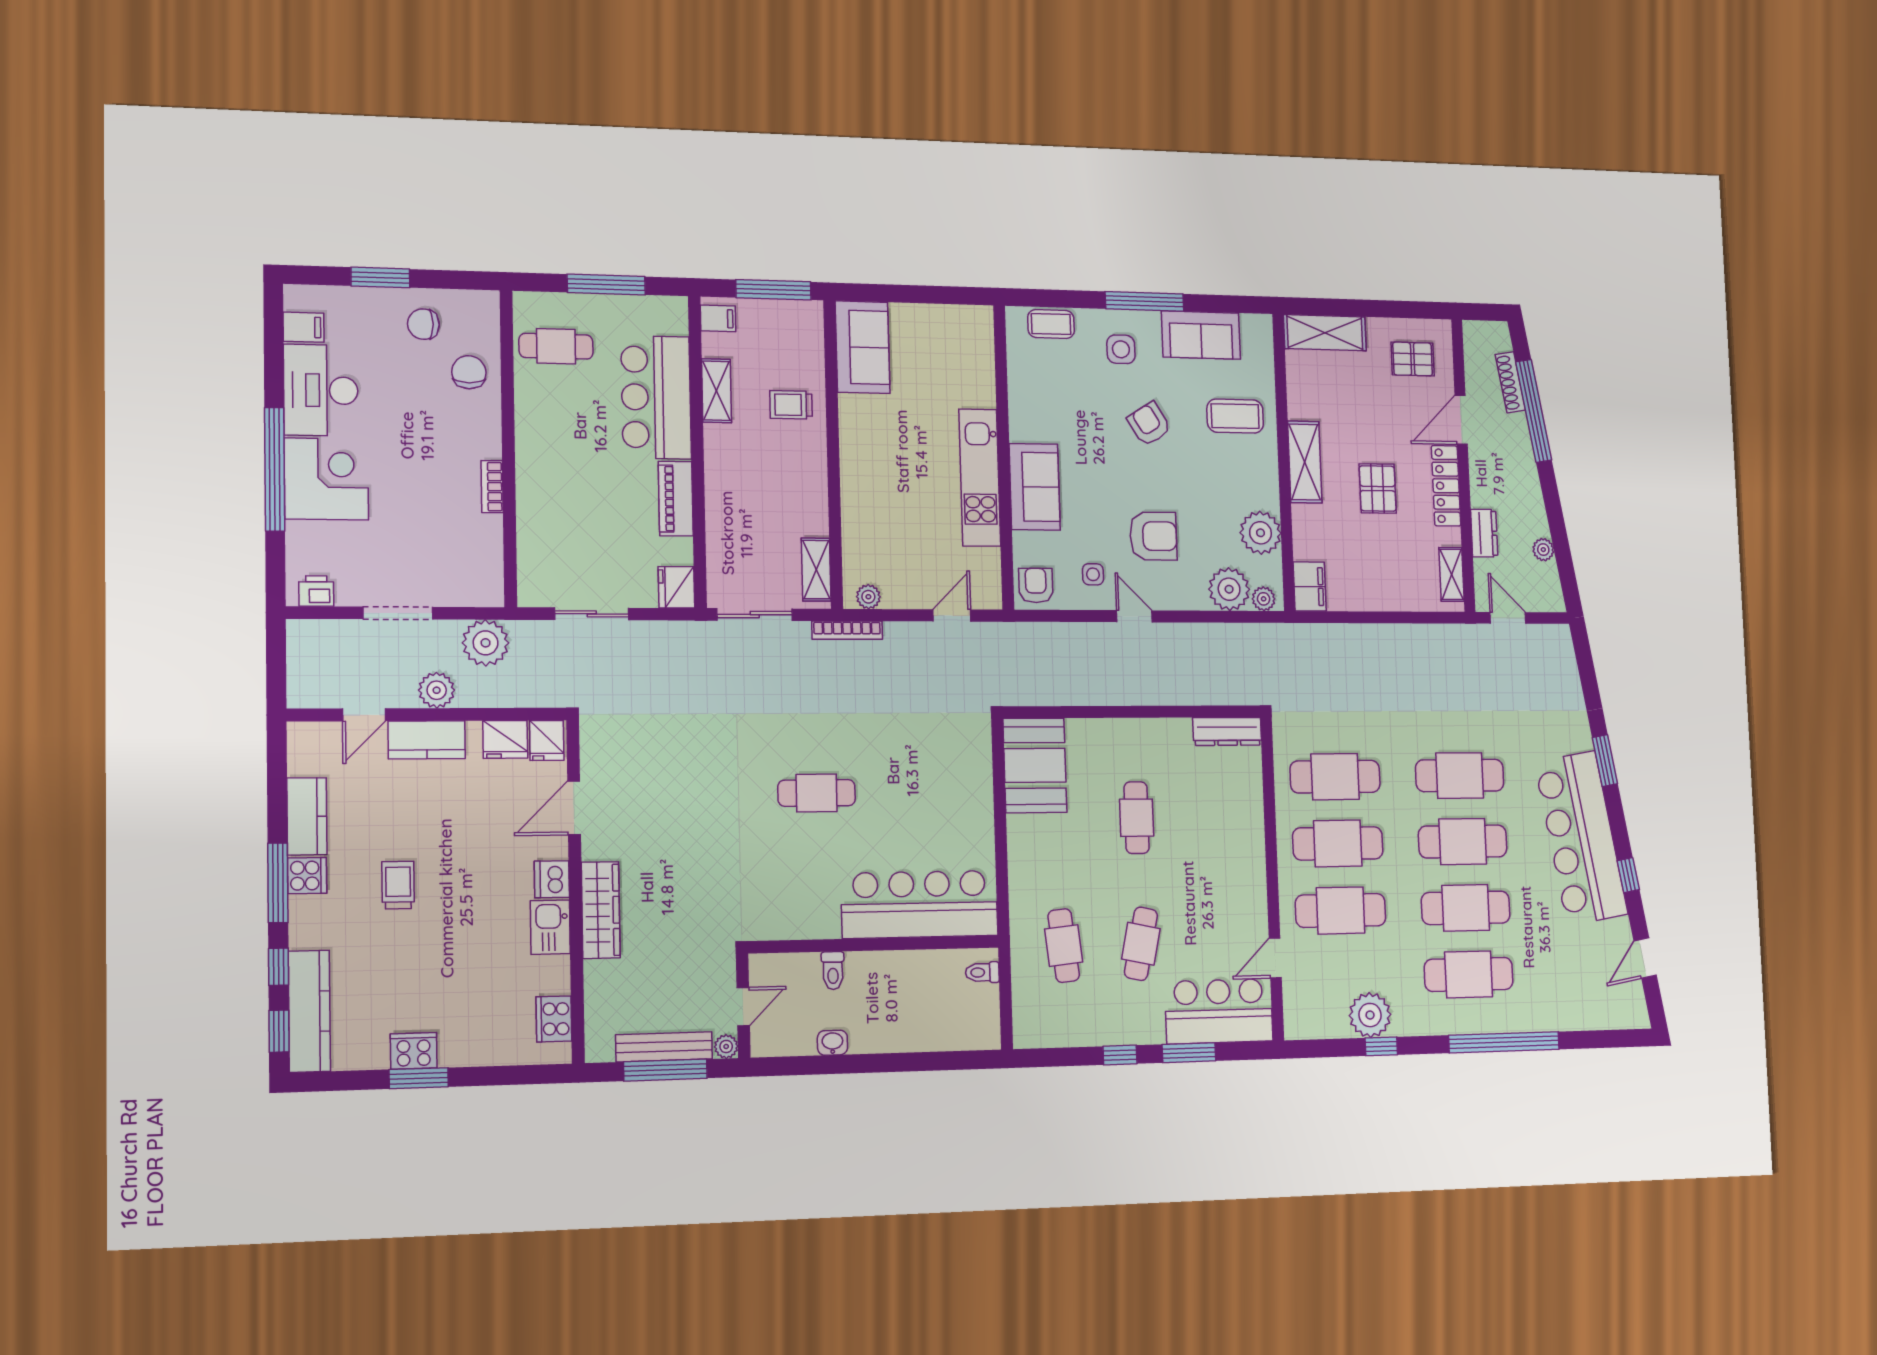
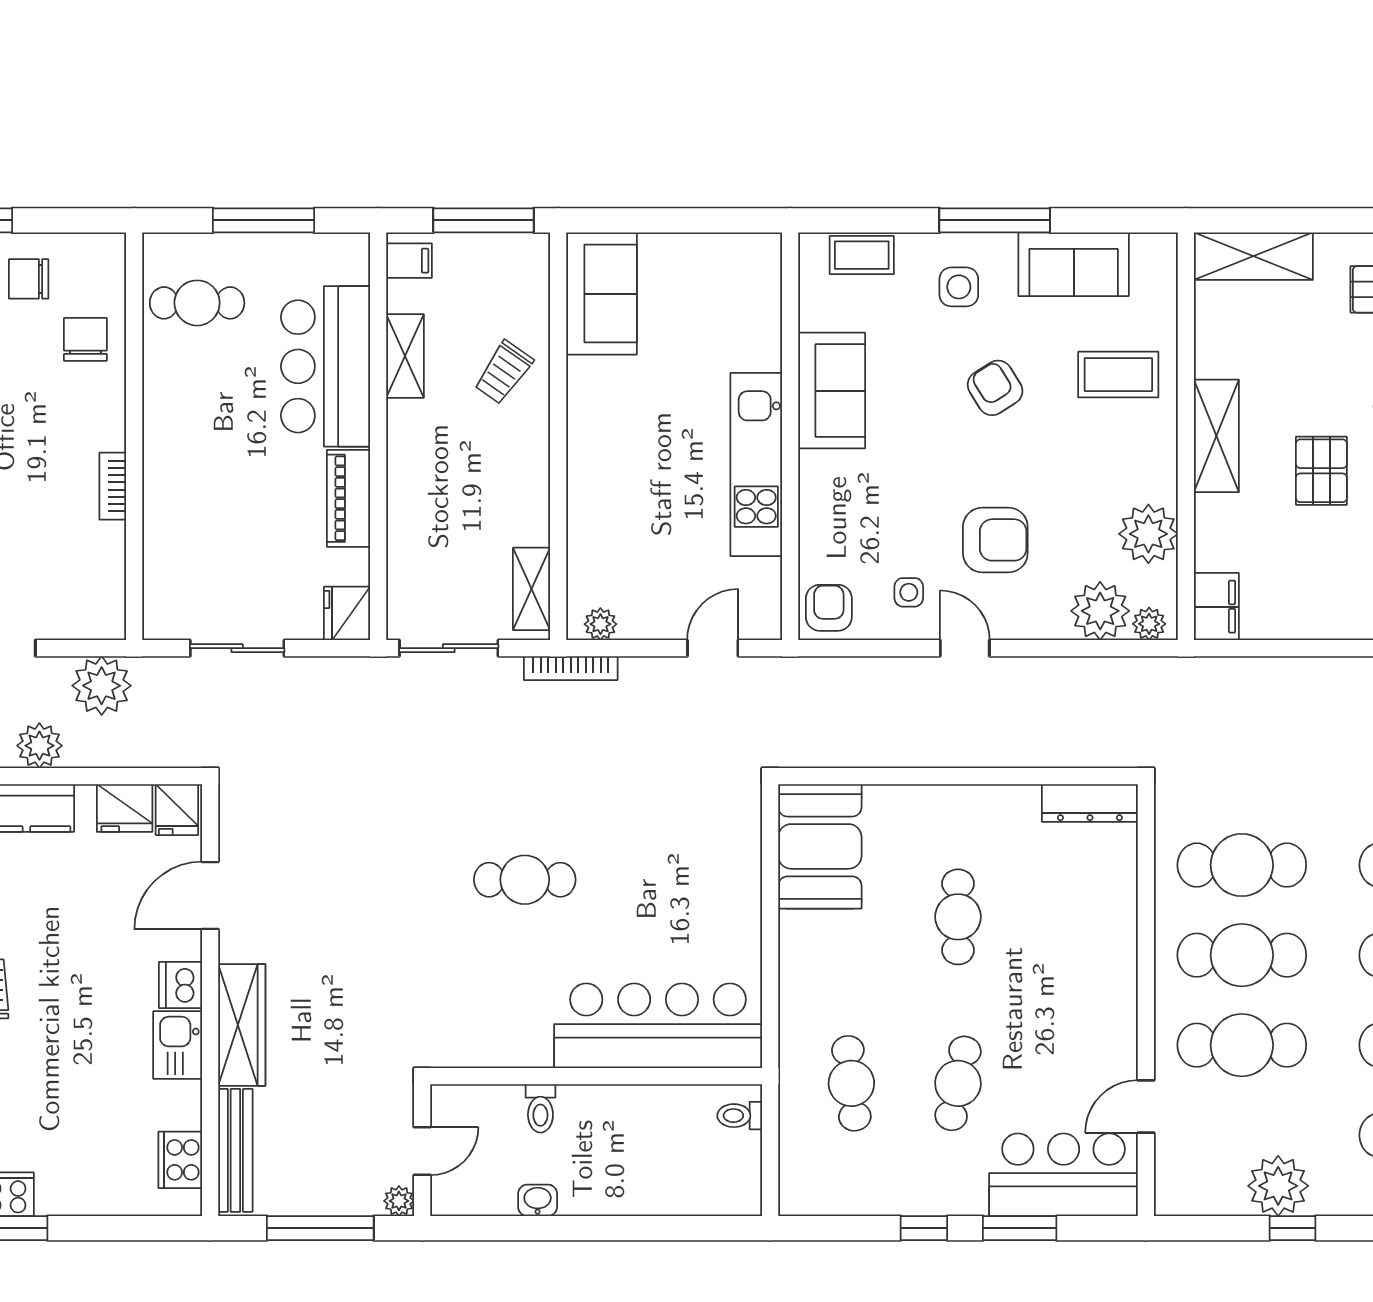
trolley: (791, 405) -> (503, 372), turned -55
sofa: (1035, 487) -> (832, 391), moved
bench: (664, 1047) -> (235, 1150), moved, turned 90

